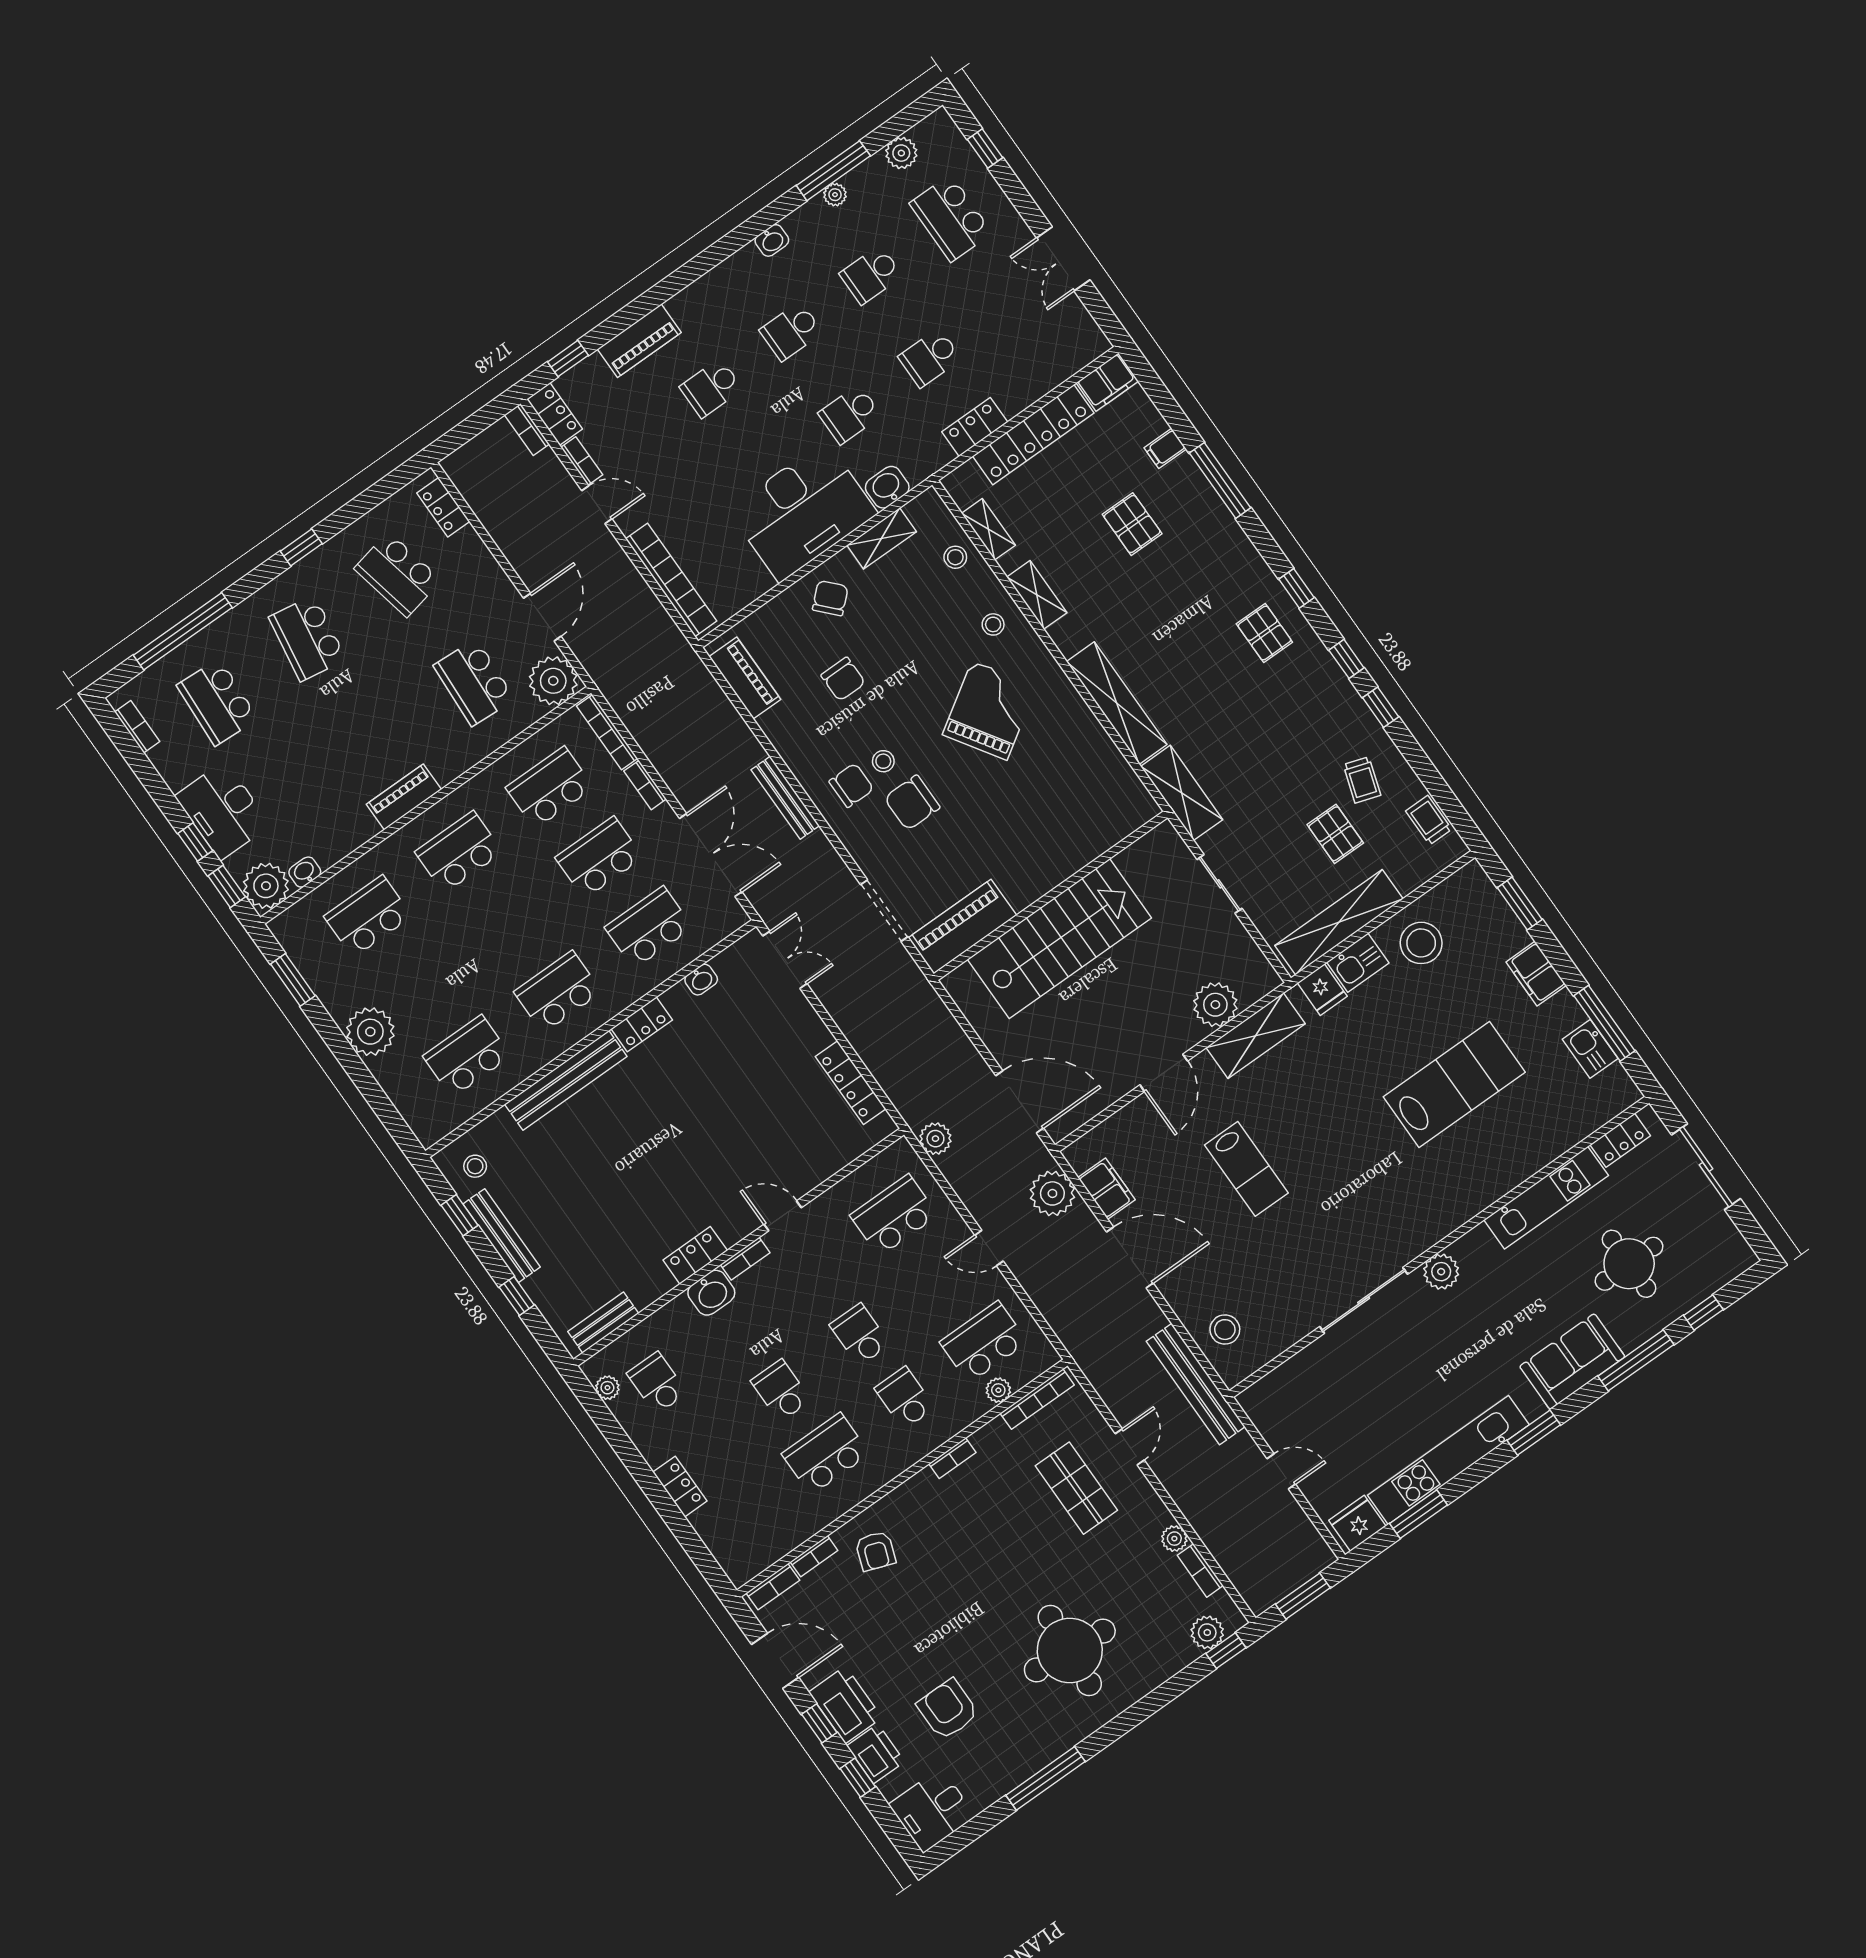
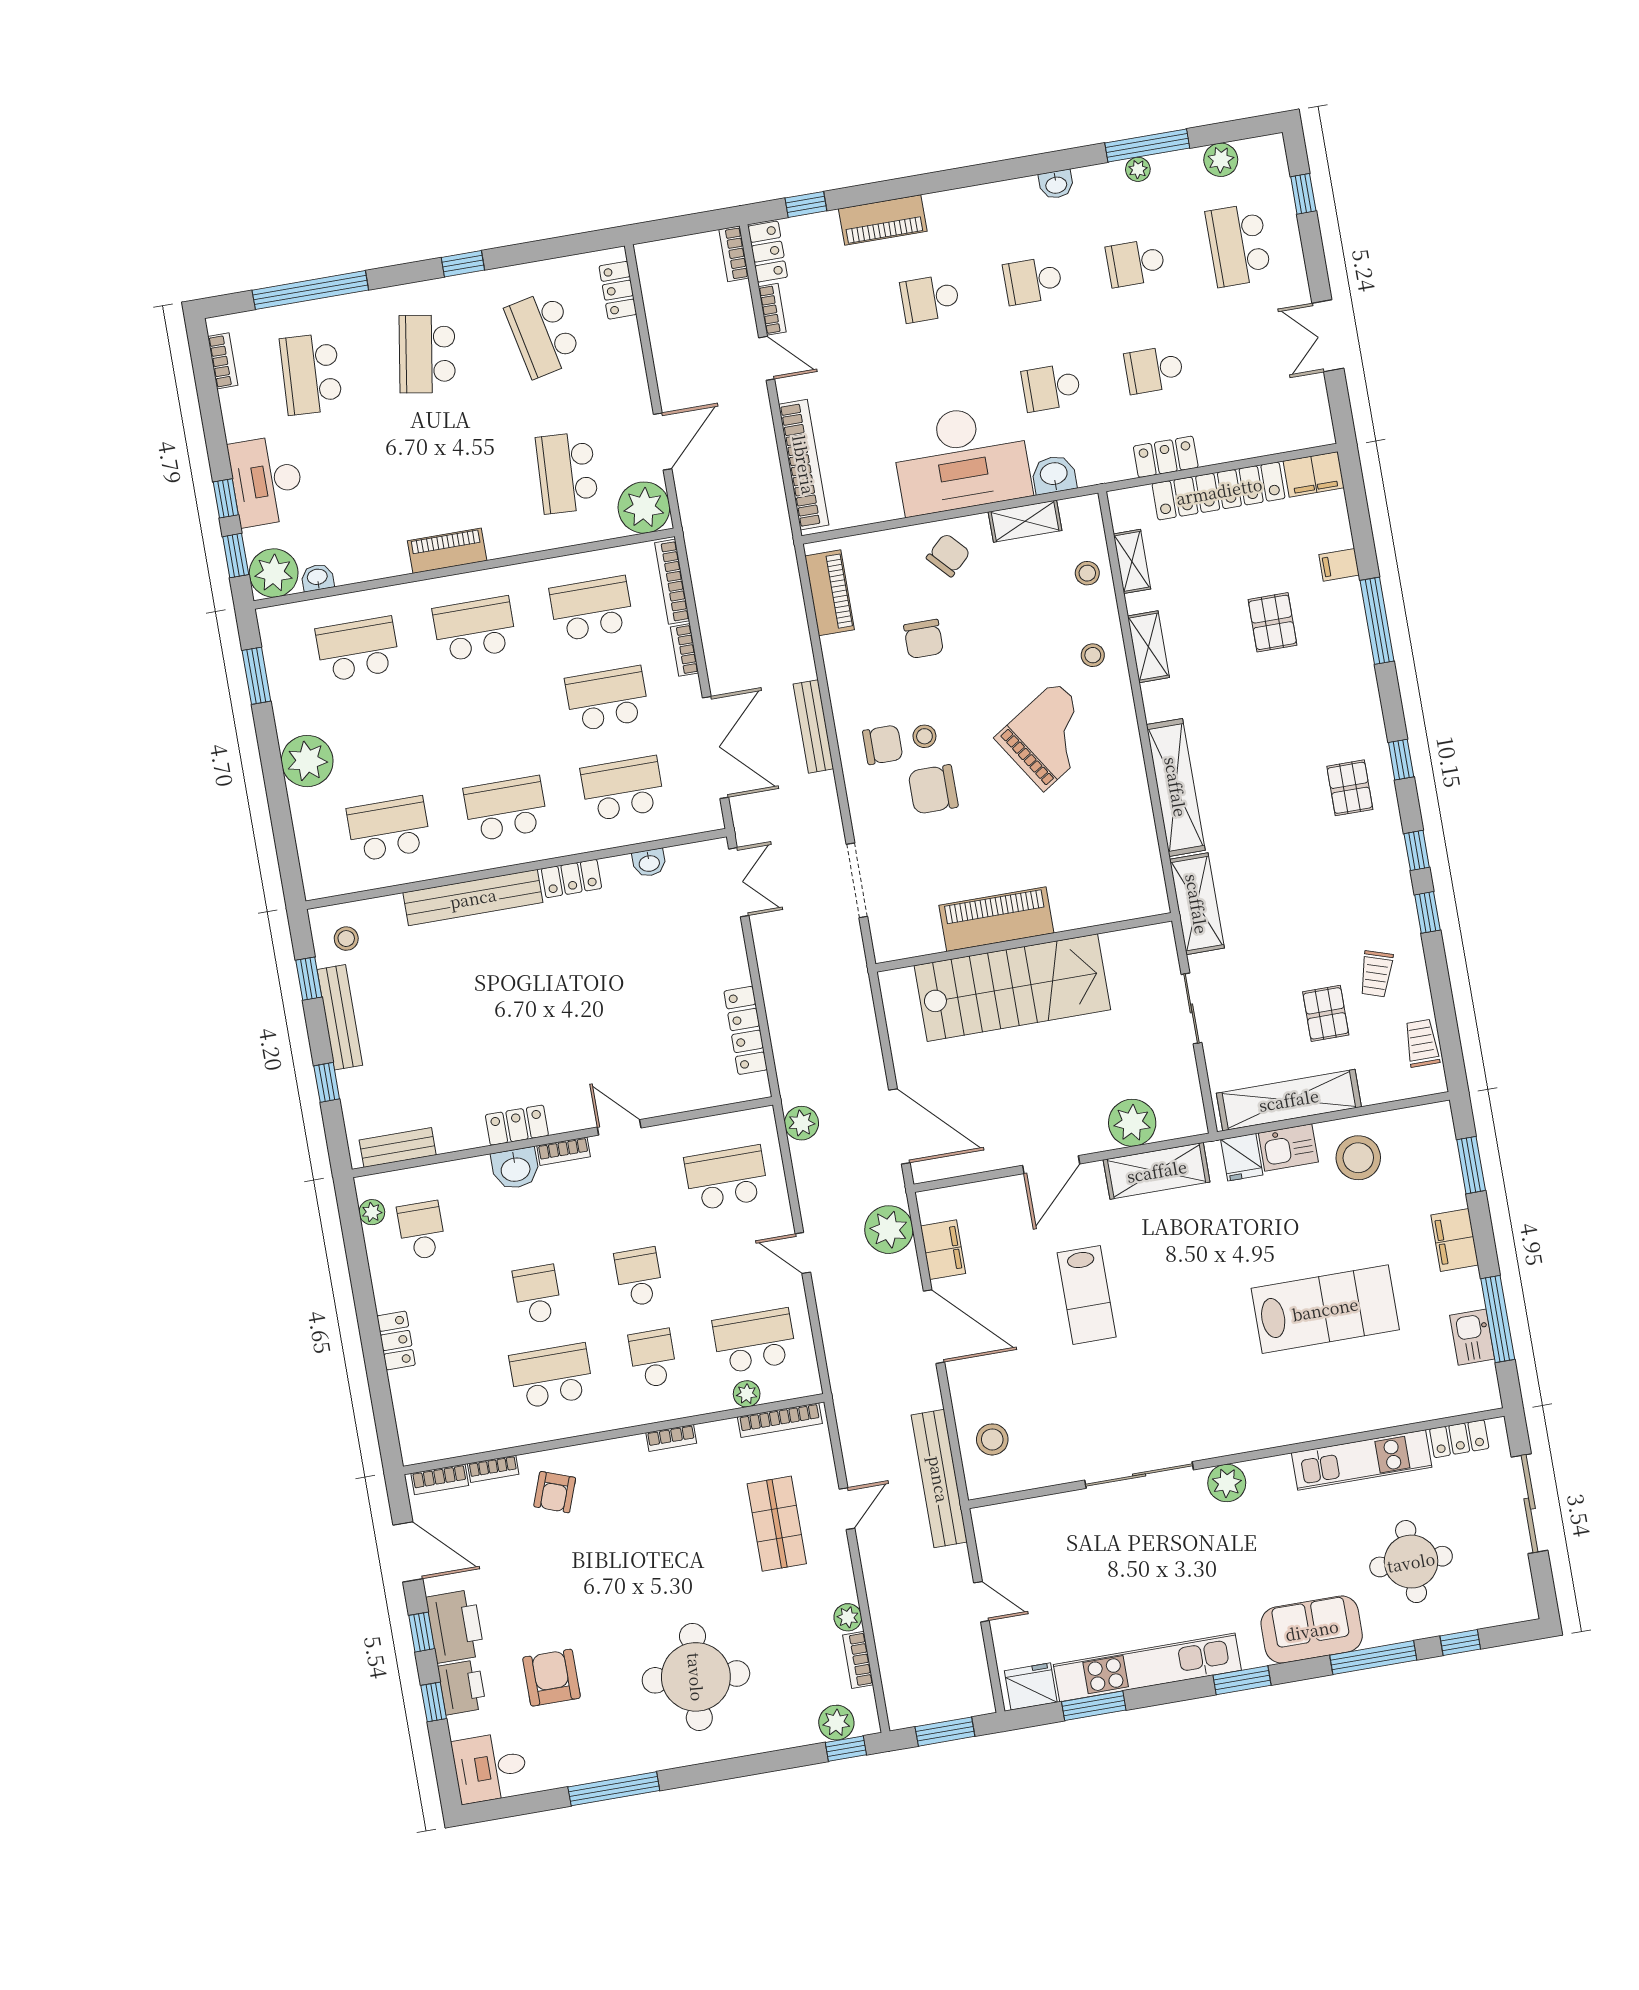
piano: (962, 927) -> (996, 919), moved

